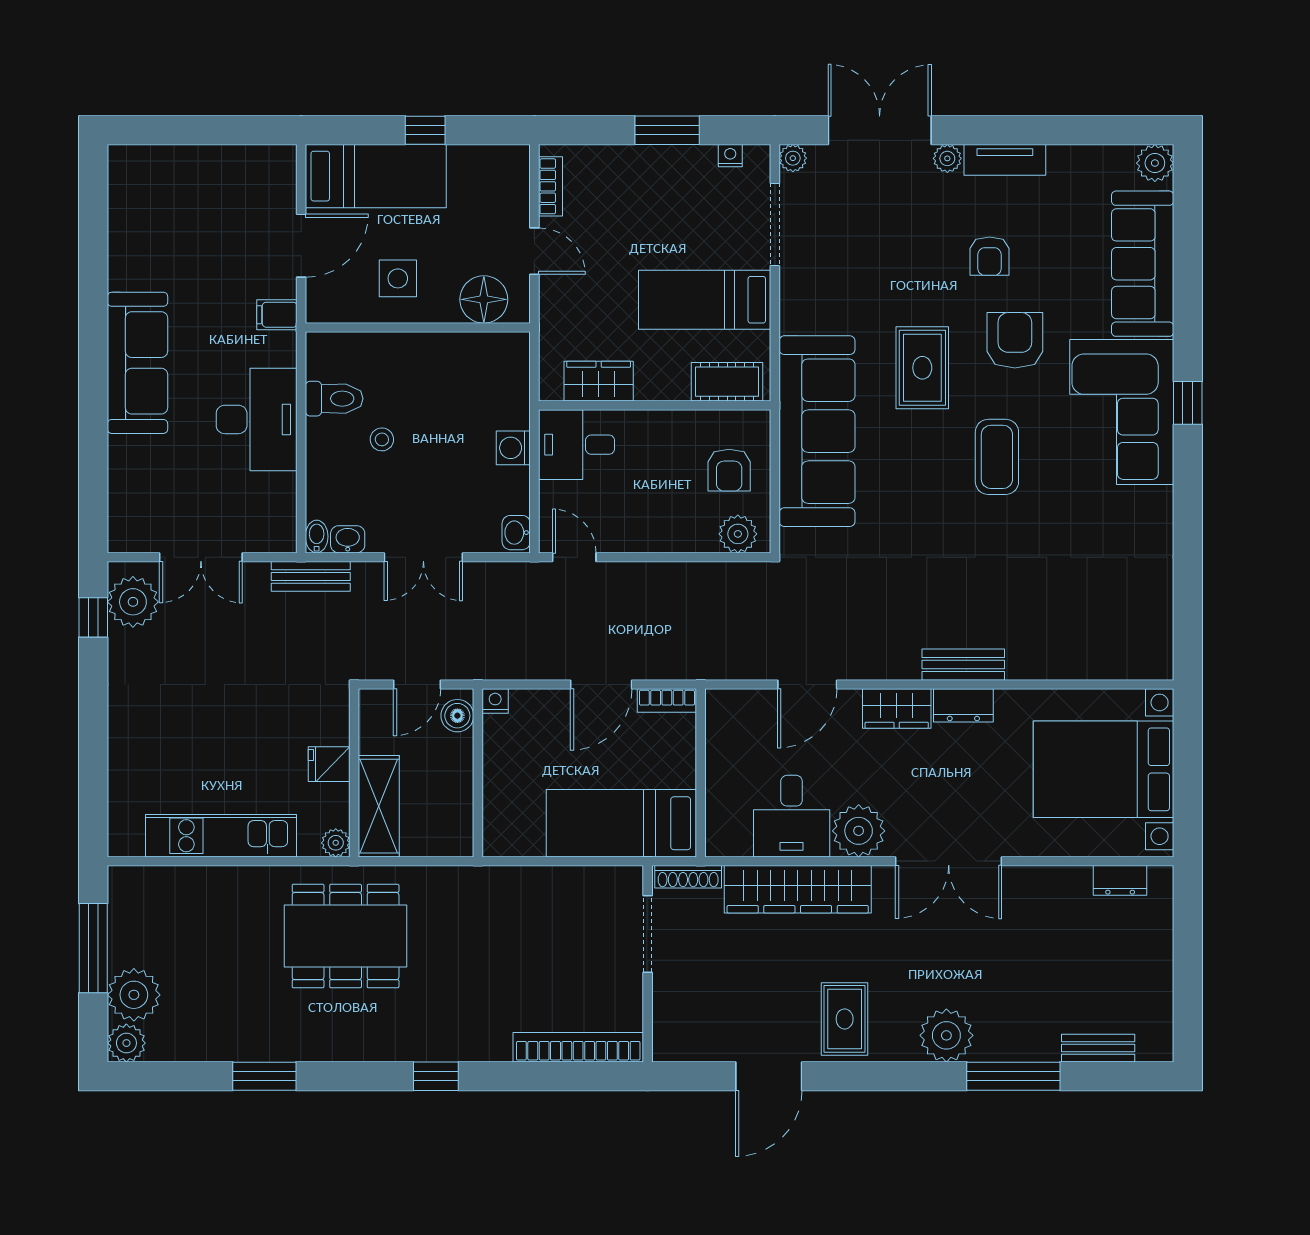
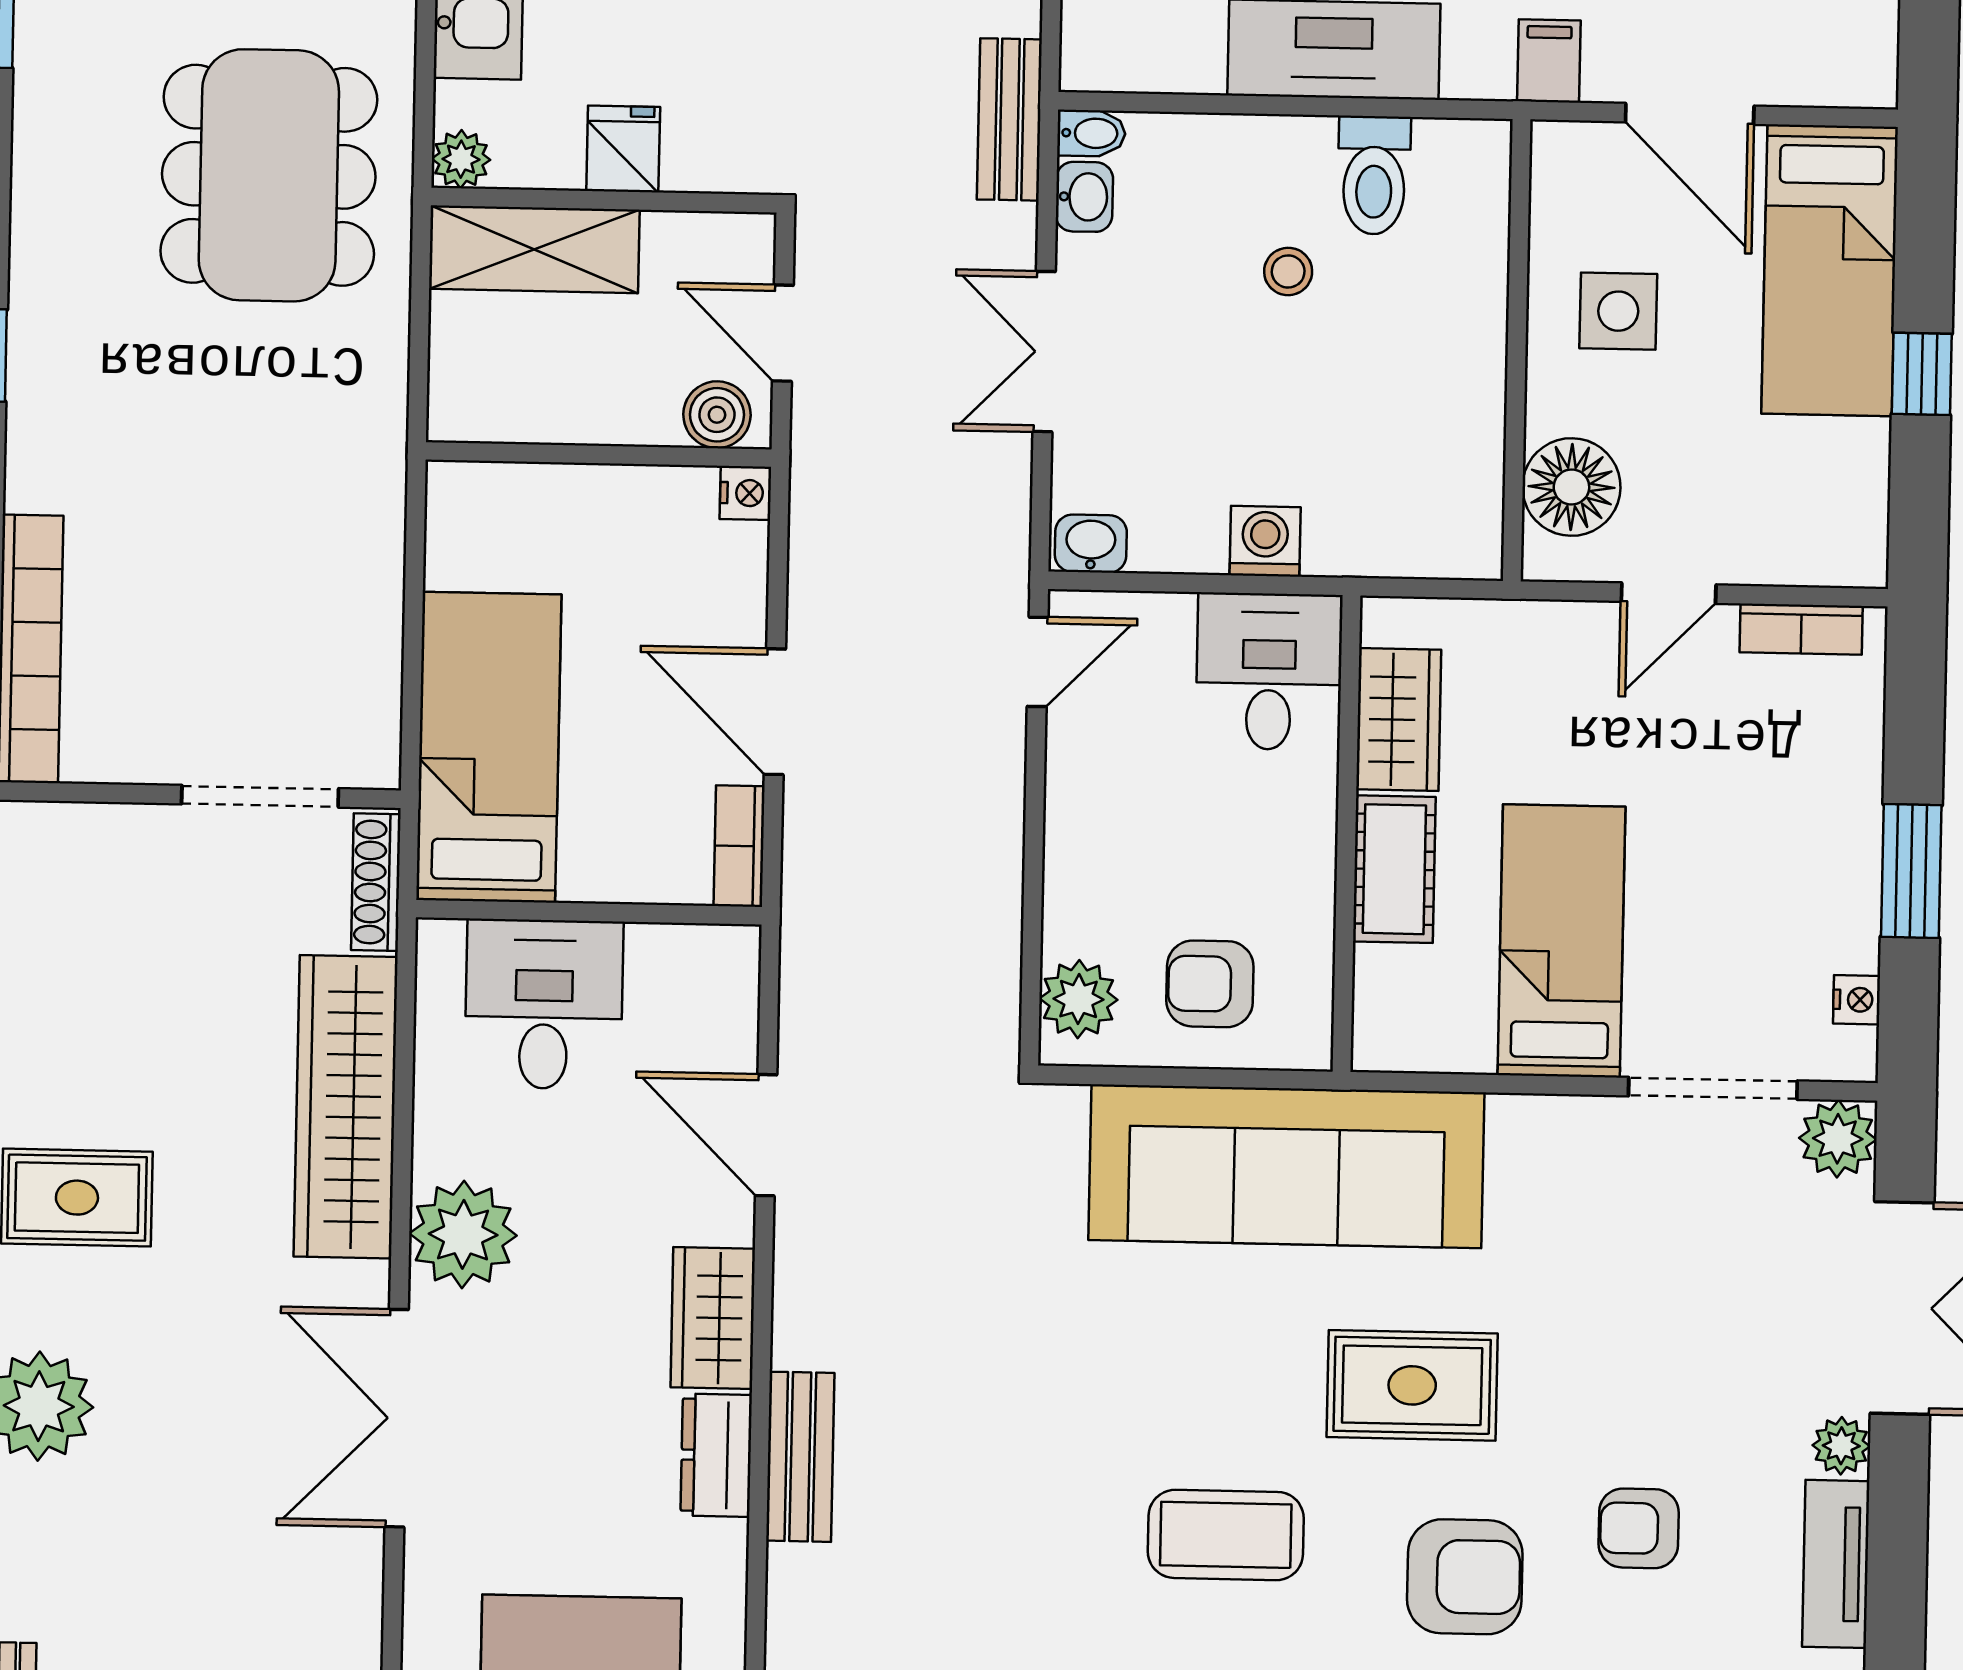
plant: (793, 158) -> (1838, 1139), width x1.38, depth x1.38
cot: (727, 382) -> (1394, 869), moved
desk: (792, 816) -> (544, 1004), moved, turned 90

